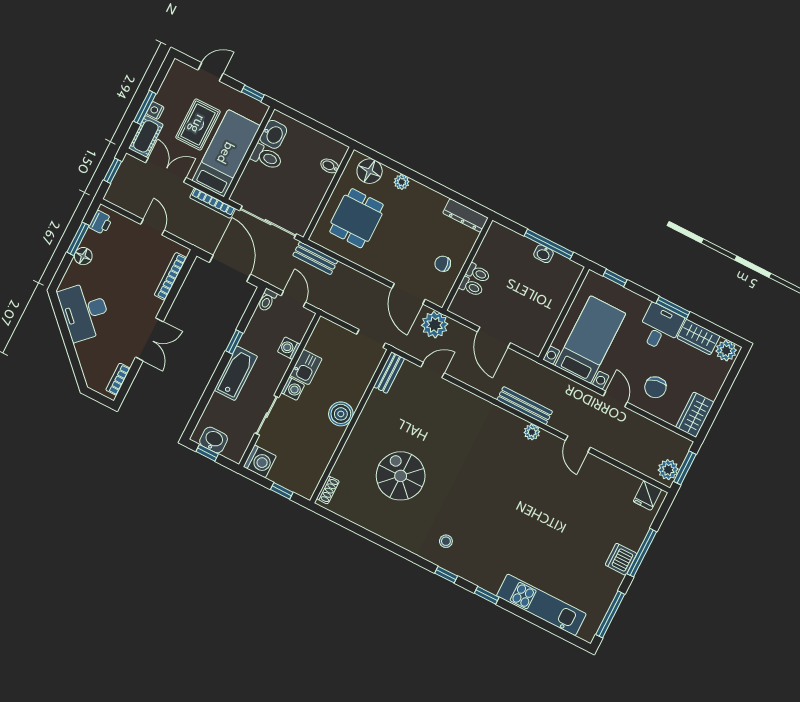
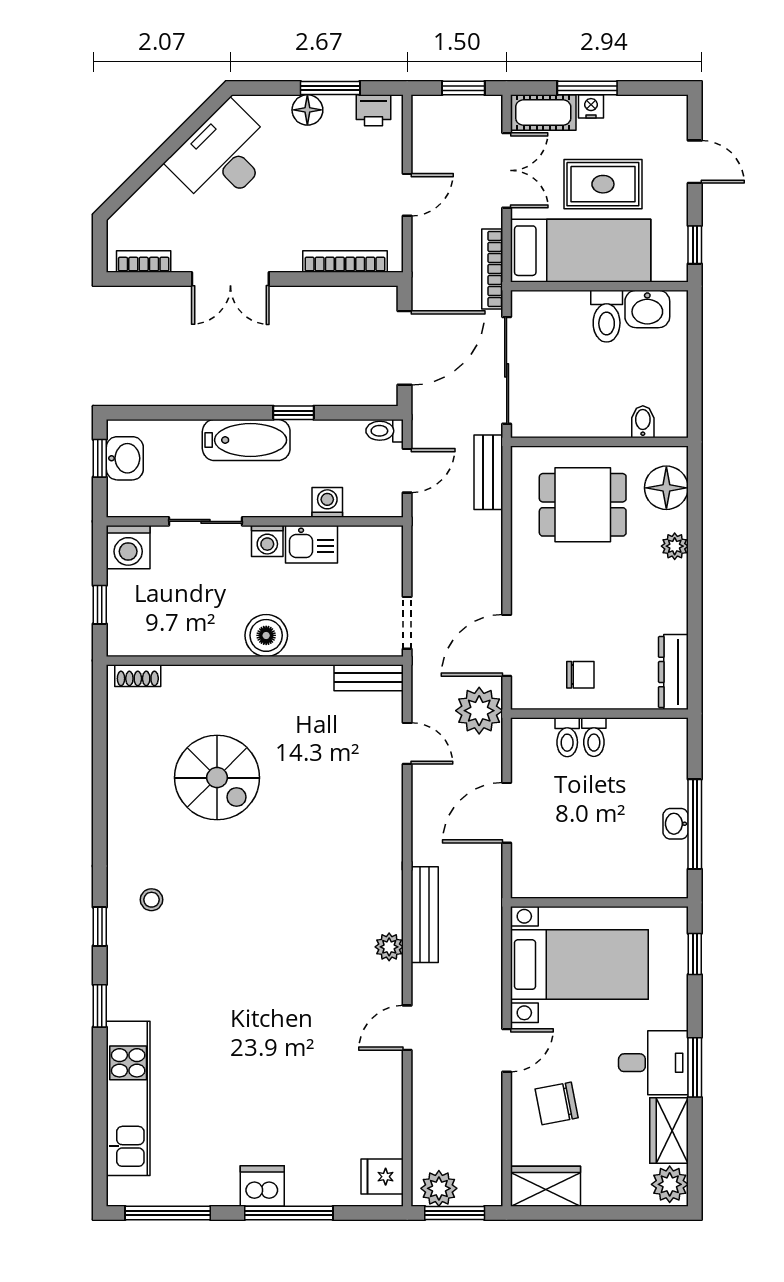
chair: (443, 264) -> (580, 675), turned 100
spiral stairs: (401, 476) -> (217, 778), turned 90

